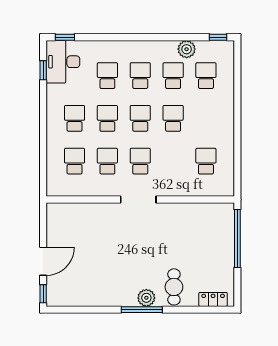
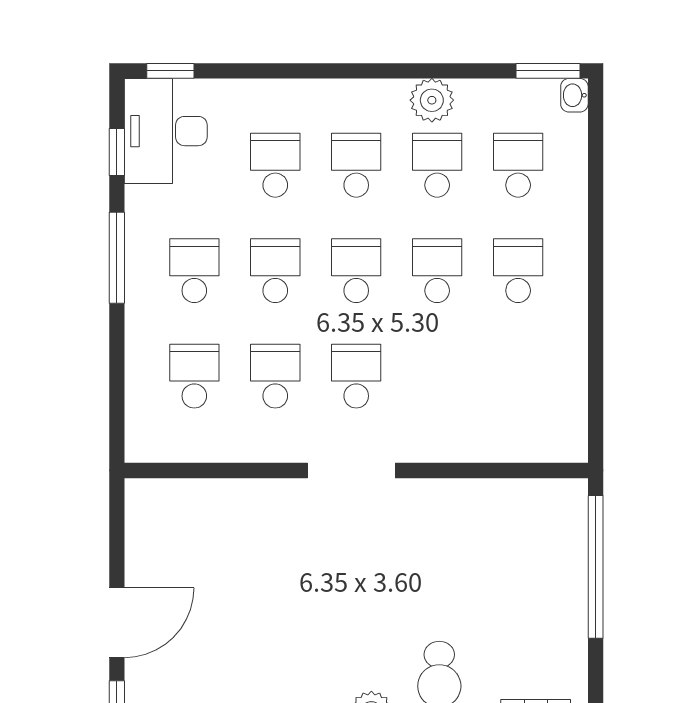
window: (218, 37) -> (548, 71), width x1.50
washbasin: (229, 47) -> (574, 95), added
plant: (187, 49) -> (432, 100), moved
window: (43, 113) -> (117, 258), added
school desk: (206, 161) -> (518, 271), moved

